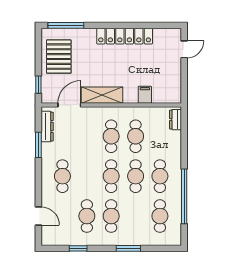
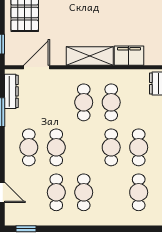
shelving: (102, 95) -> (90, 56), moved
filing cabinet: (145, 95) -> (129, 56), width x2.00
cafe table: (111, 176) -> (56, 147), moved
window: (78, 248) -> (26, 229), moved
window: (128, 248) -> (103, 229), removed

